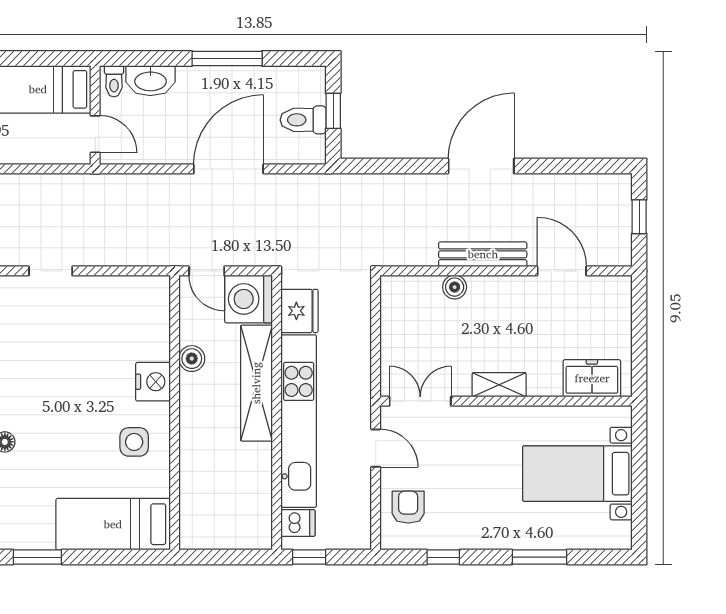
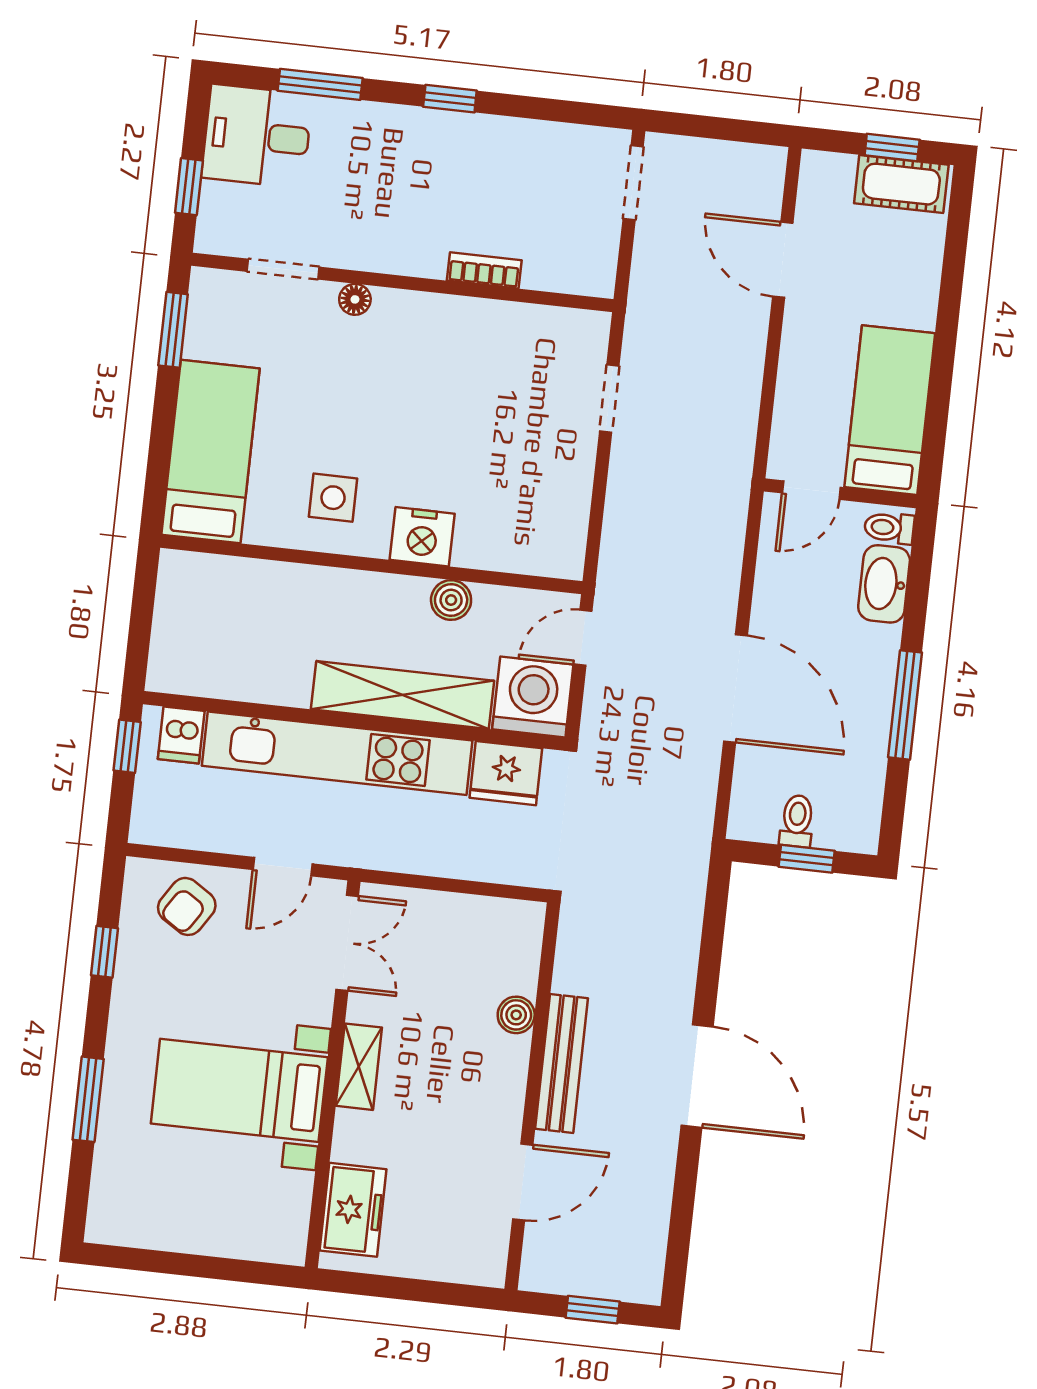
toilet: (303, 120) -> (797, 821), width x0.73, depth x0.72
bed with nightstands: (577, 474) -> (239, 1090), moved, turned -90
armchair: (408, 507) -> (187, 906), turned 123

